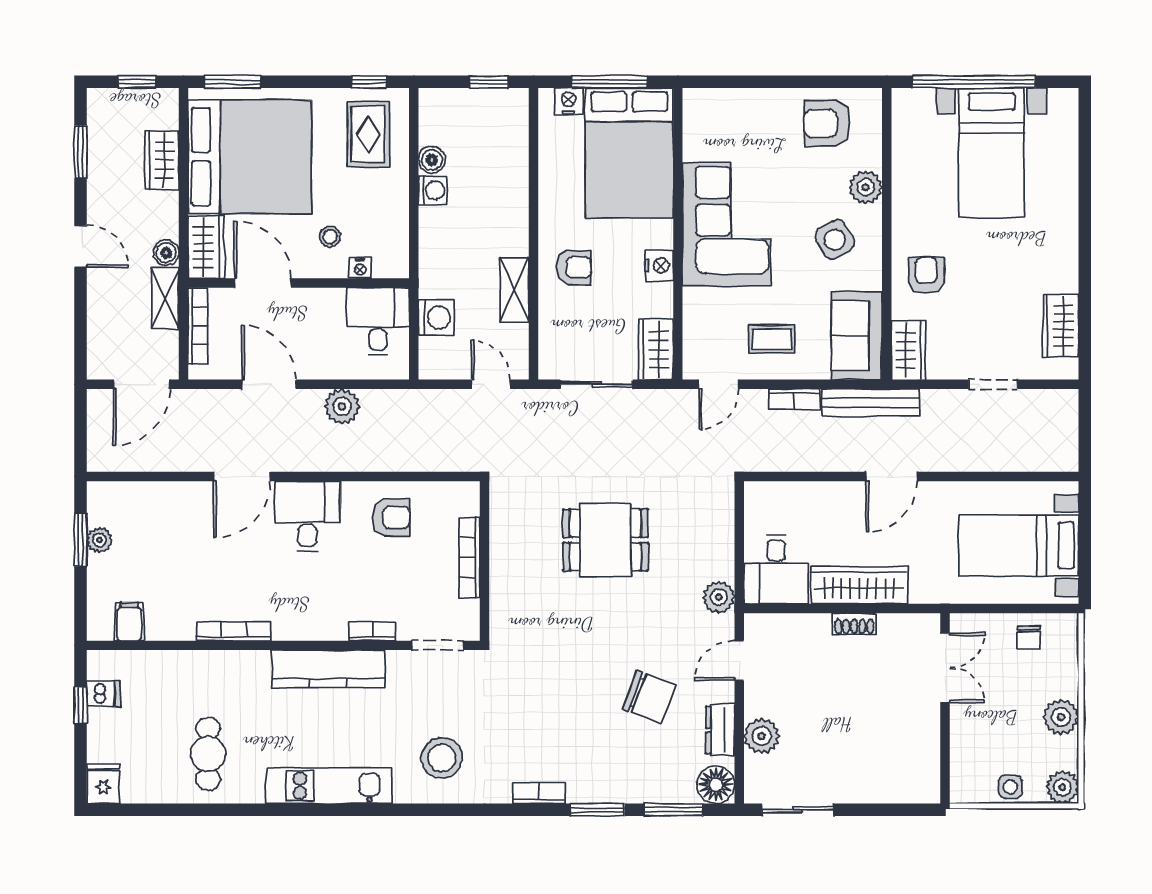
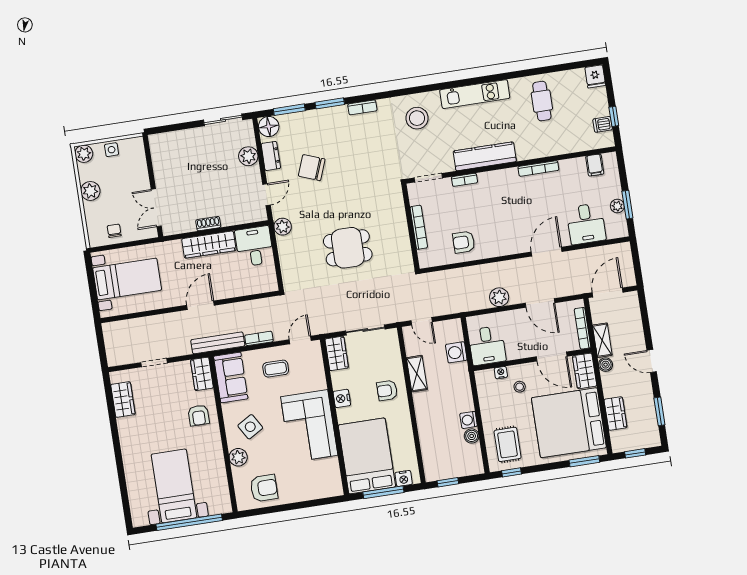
desk: (307, 516) -> (586, 224), moved

